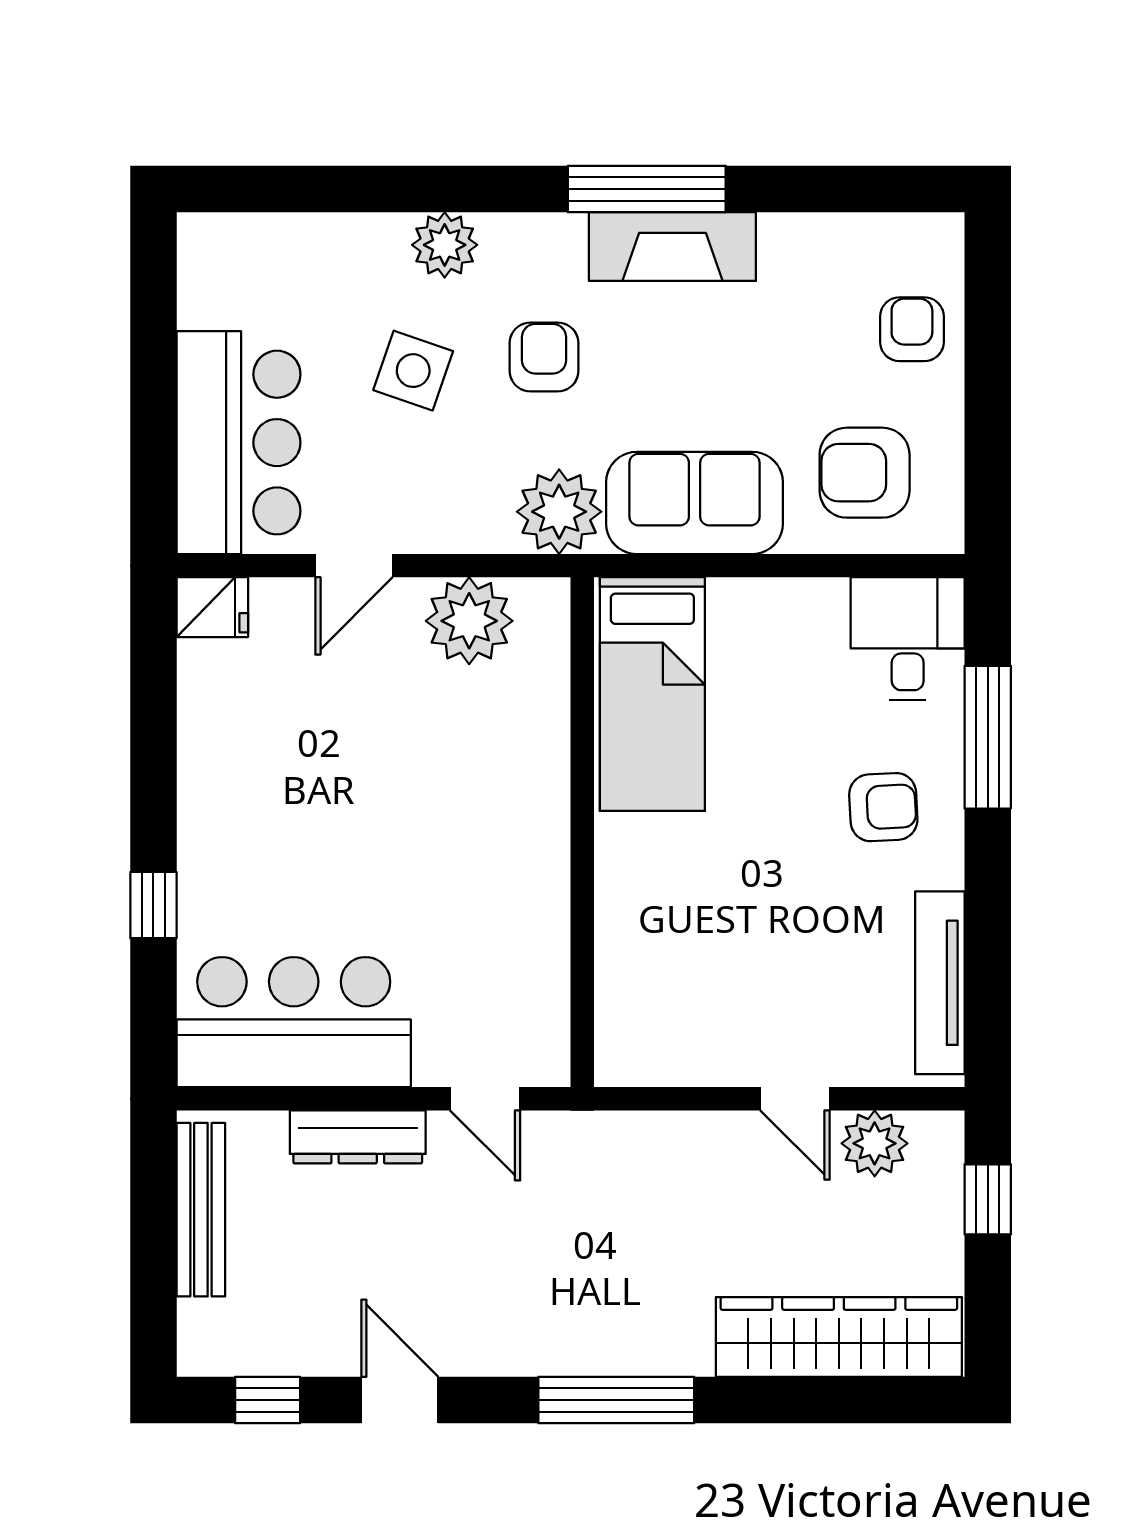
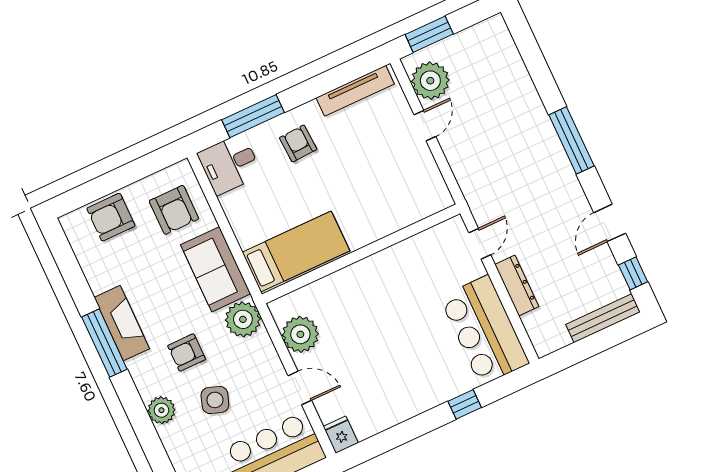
armchair: (912, 329) -> (111, 217), width x1.38, depth x1.38
plant: (875, 1143) -> (430, 81), width x1.36, depth x1.36
window: (988, 1199) -> (429, 34), width x1.50
bench: (201, 1210) -> (603, 318), moved
wardrobe: (839, 1337) -> (508, 67), removed

